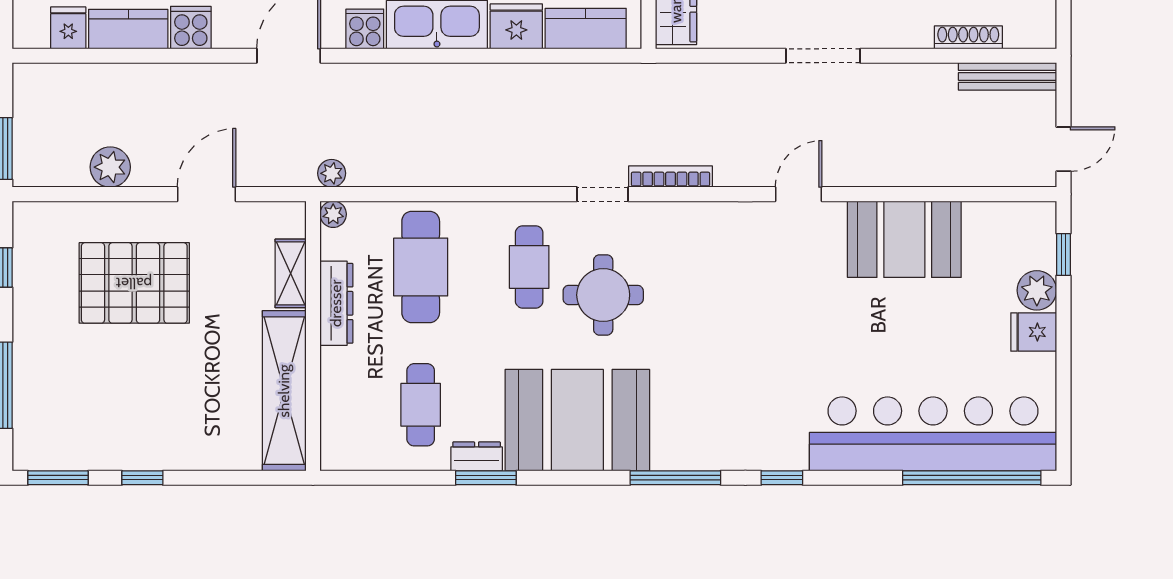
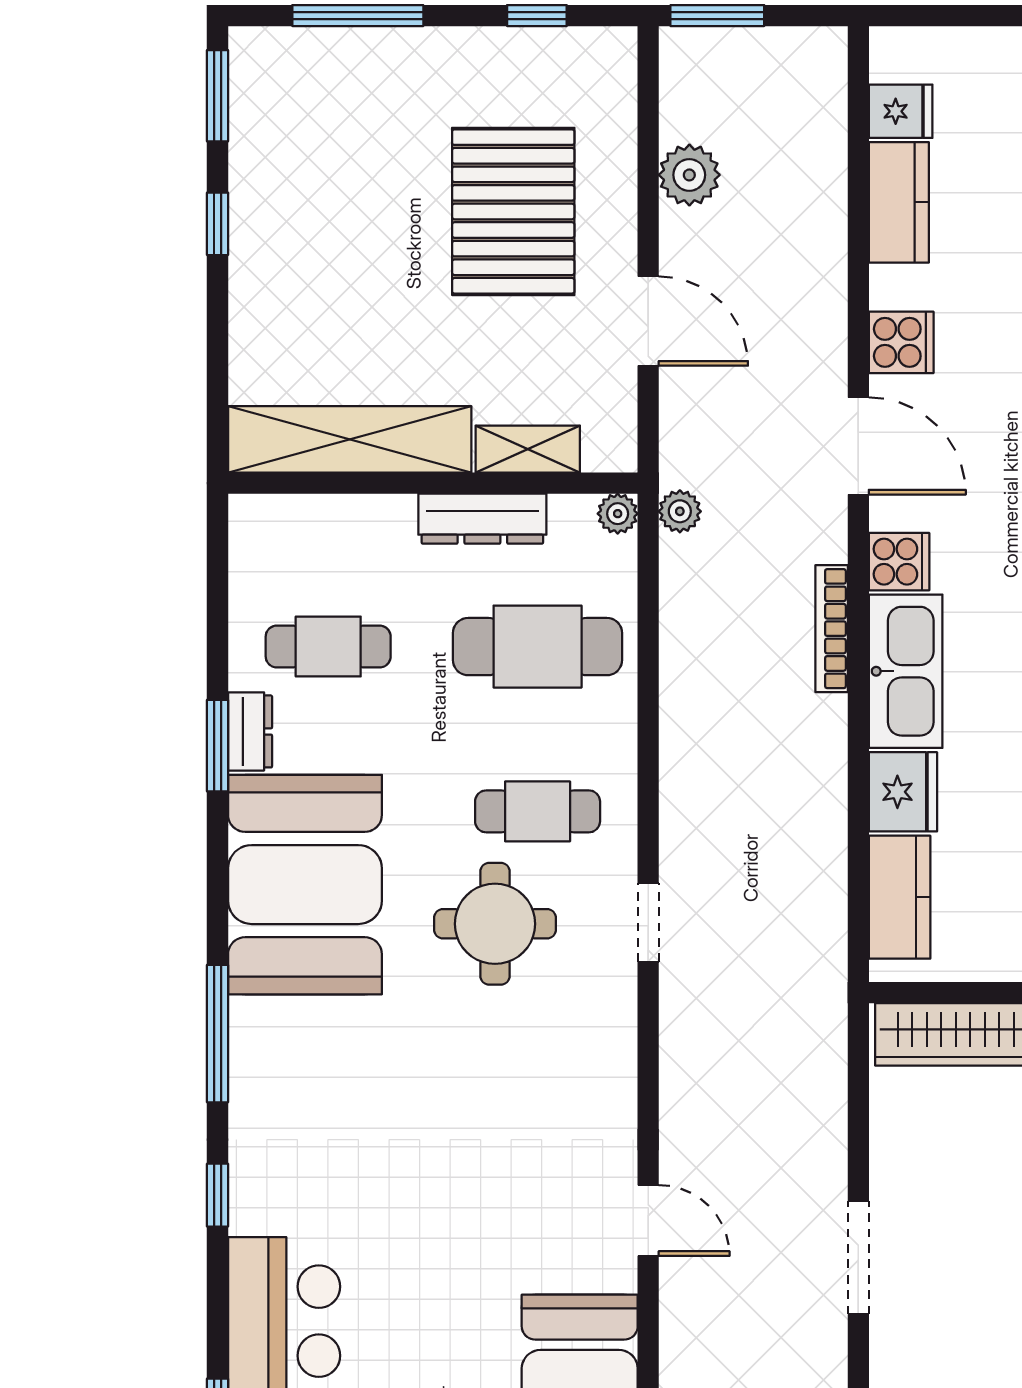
cooker: (191, 28) -> (901, 342), moved
bookcase: (670, 176) -> (832, 629), moved, turned 180

